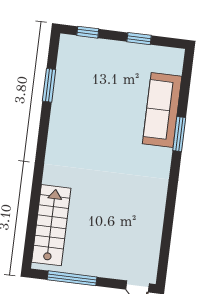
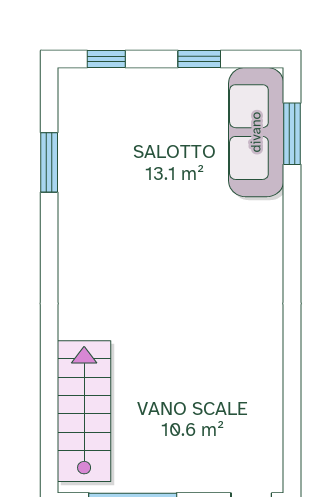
sofa: (162, 110) -> (256, 132), moved
window: (179, 134) -> (292, 134), moved

